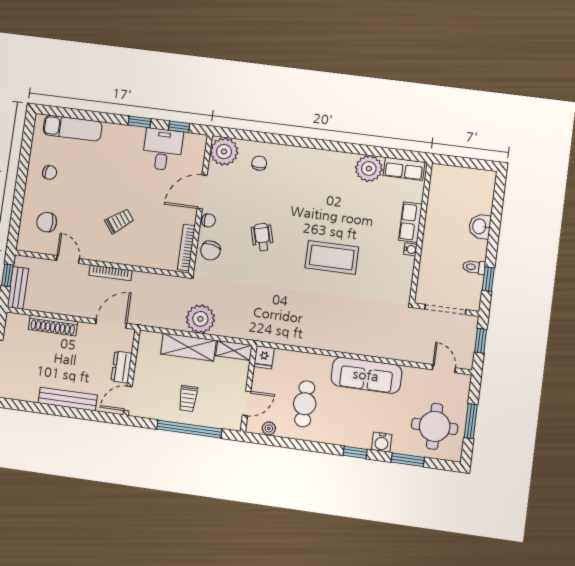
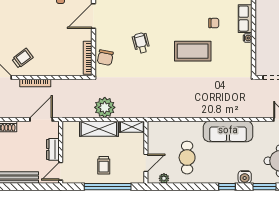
chair: (209, 220) -> (214, 23), moved
trolley: (119, 221) -> (22, 58), moved
fridge: (264, 357) -> (154, 129), removed

